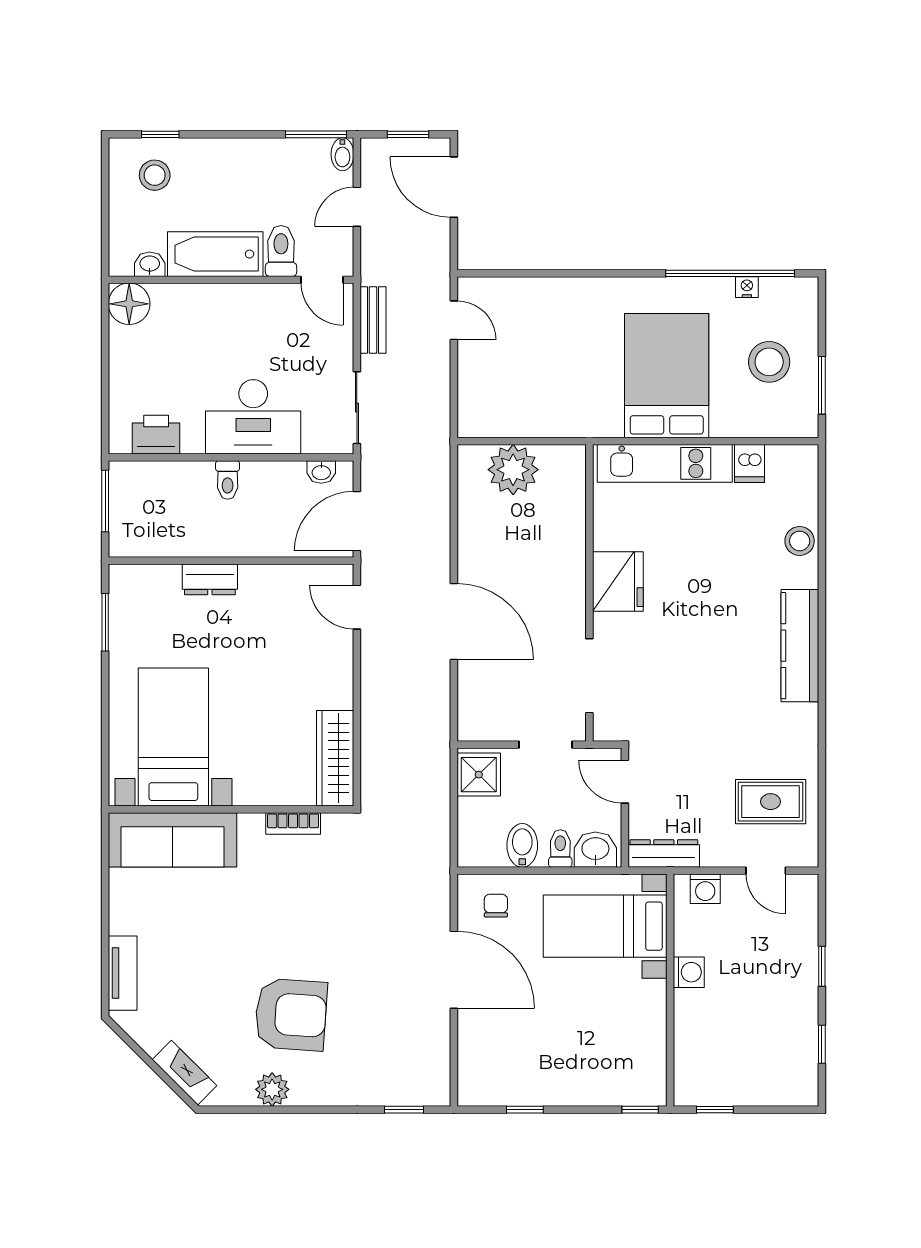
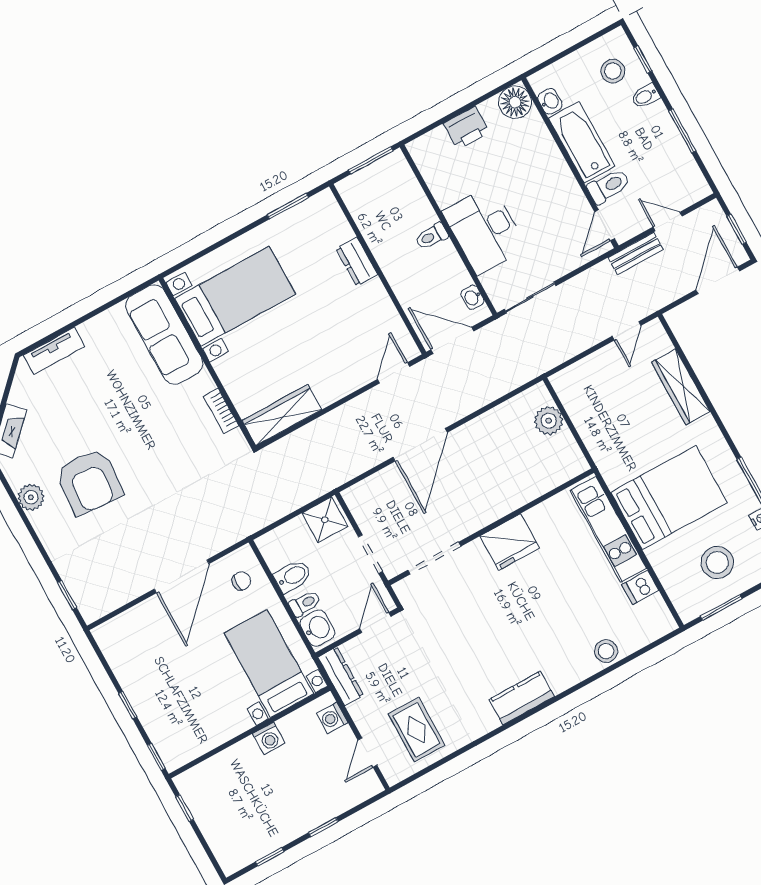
window: (316, 134) -> (682, 131), moved
bidet: (342, 154) -> (645, 96), moved
wardrobe: (550, 294) -> (681, 387), added
bench: (373, 320) -> (636, 253), moved
printer: (156, 435) -> (466, 128), moved, turned 90
plant: (513, 470) -> (549, 421), width x0.73, depth x0.73
kitchen counter: (800, 646) -> (522, 698), width x0.67
window: (525, 1110) -> (128, 705), moved

